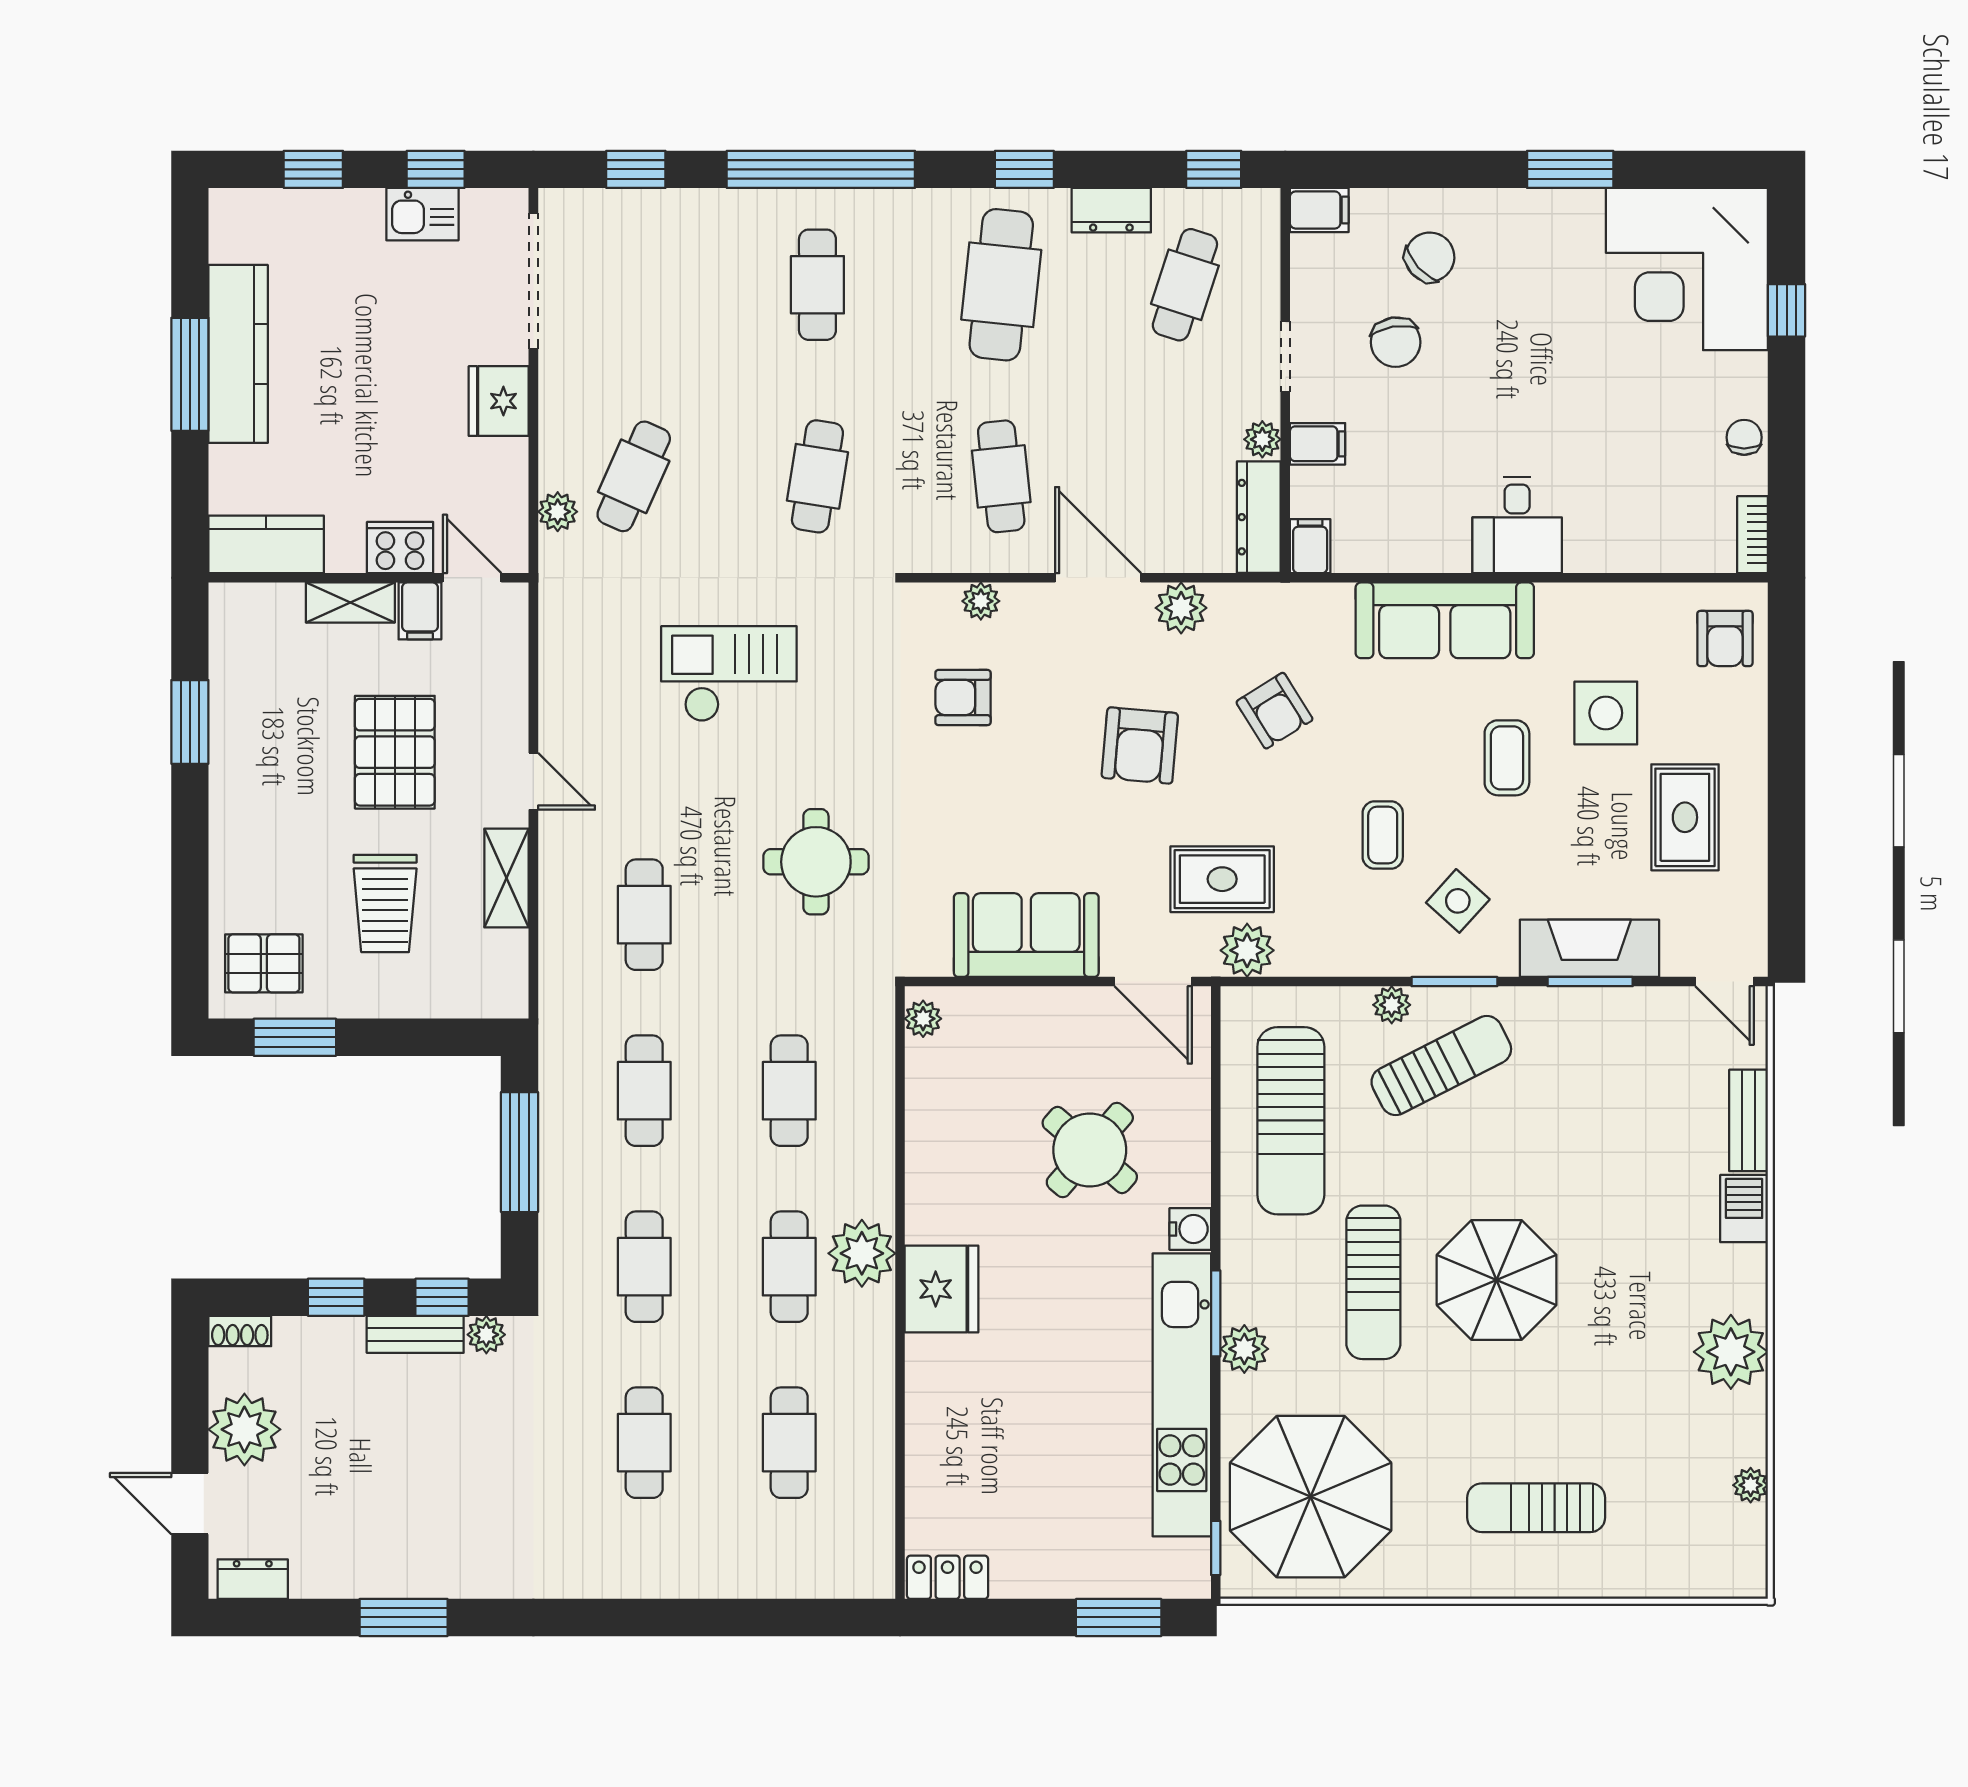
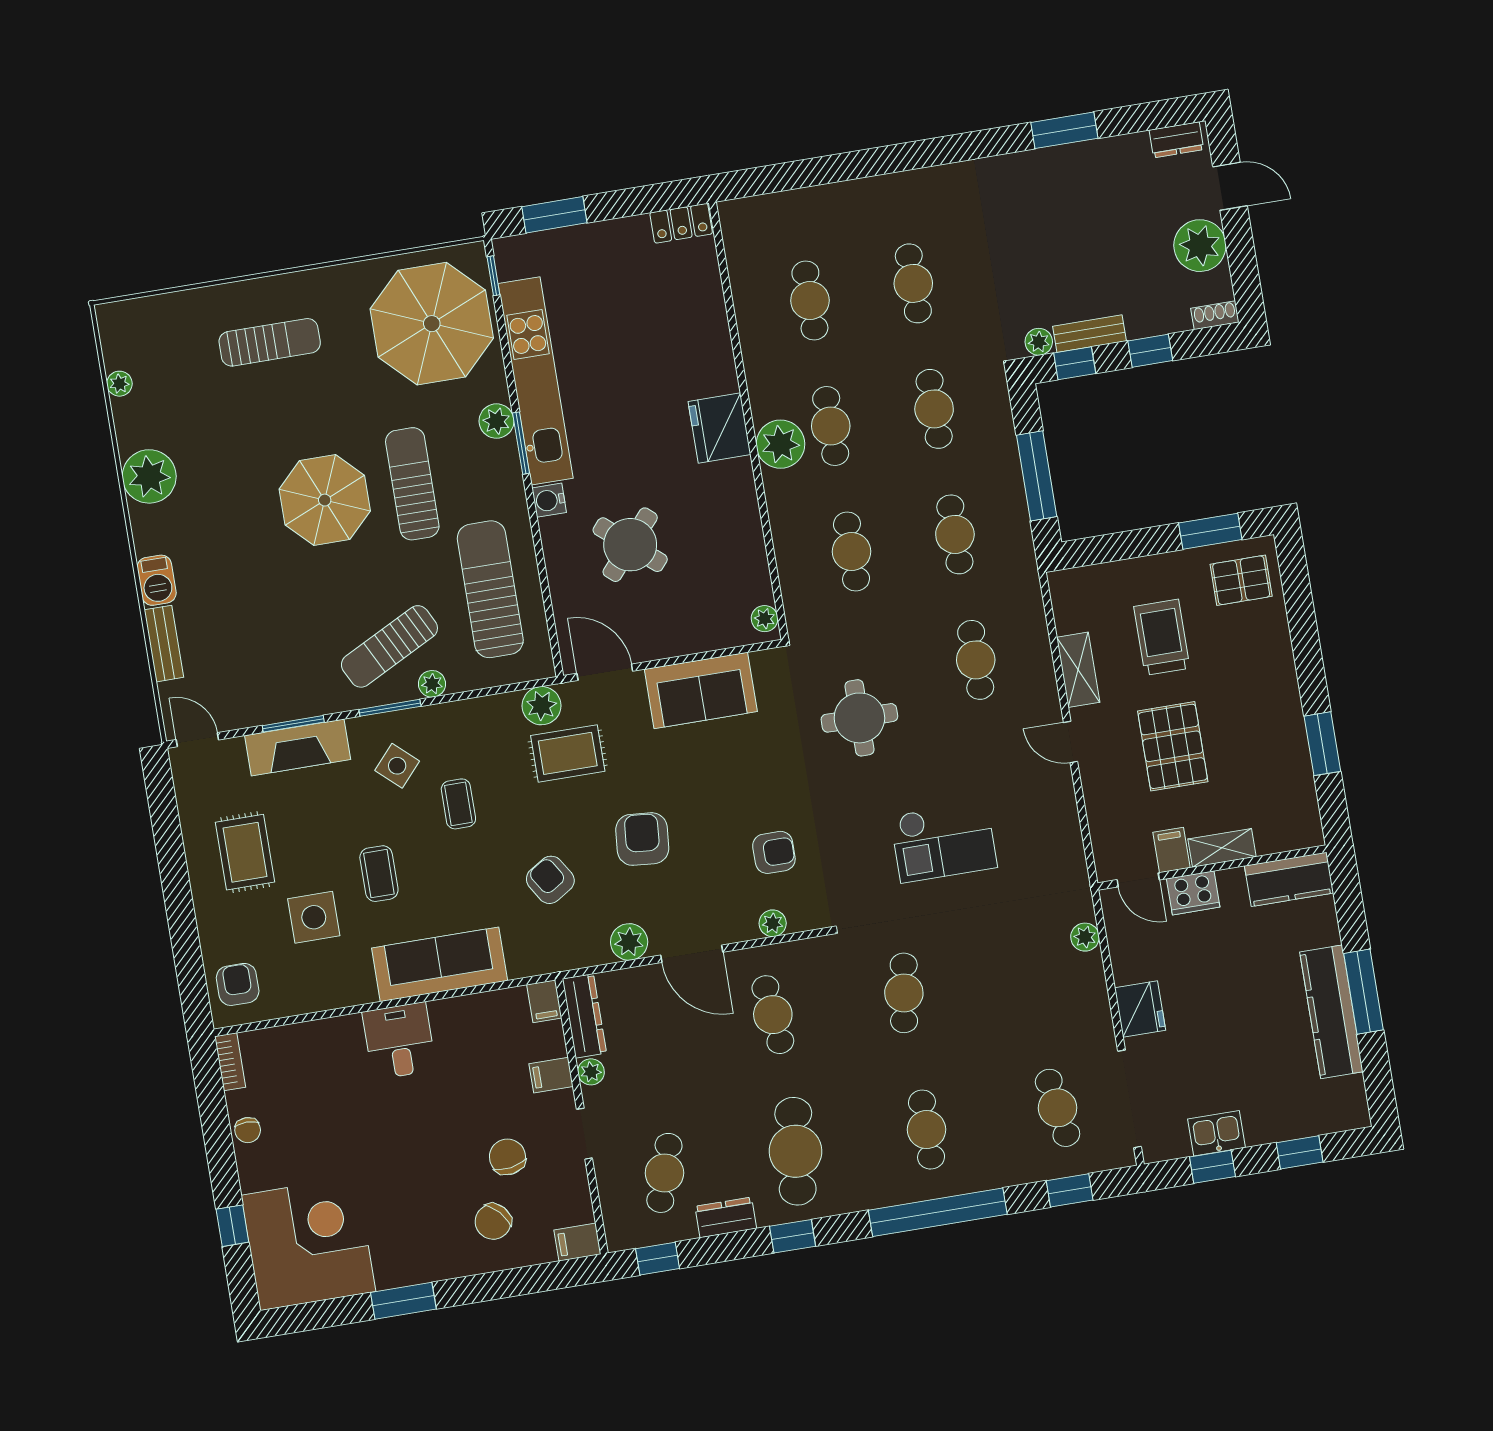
cafe table: (634, 476) -> (1058, 1108), moved, turned -33

